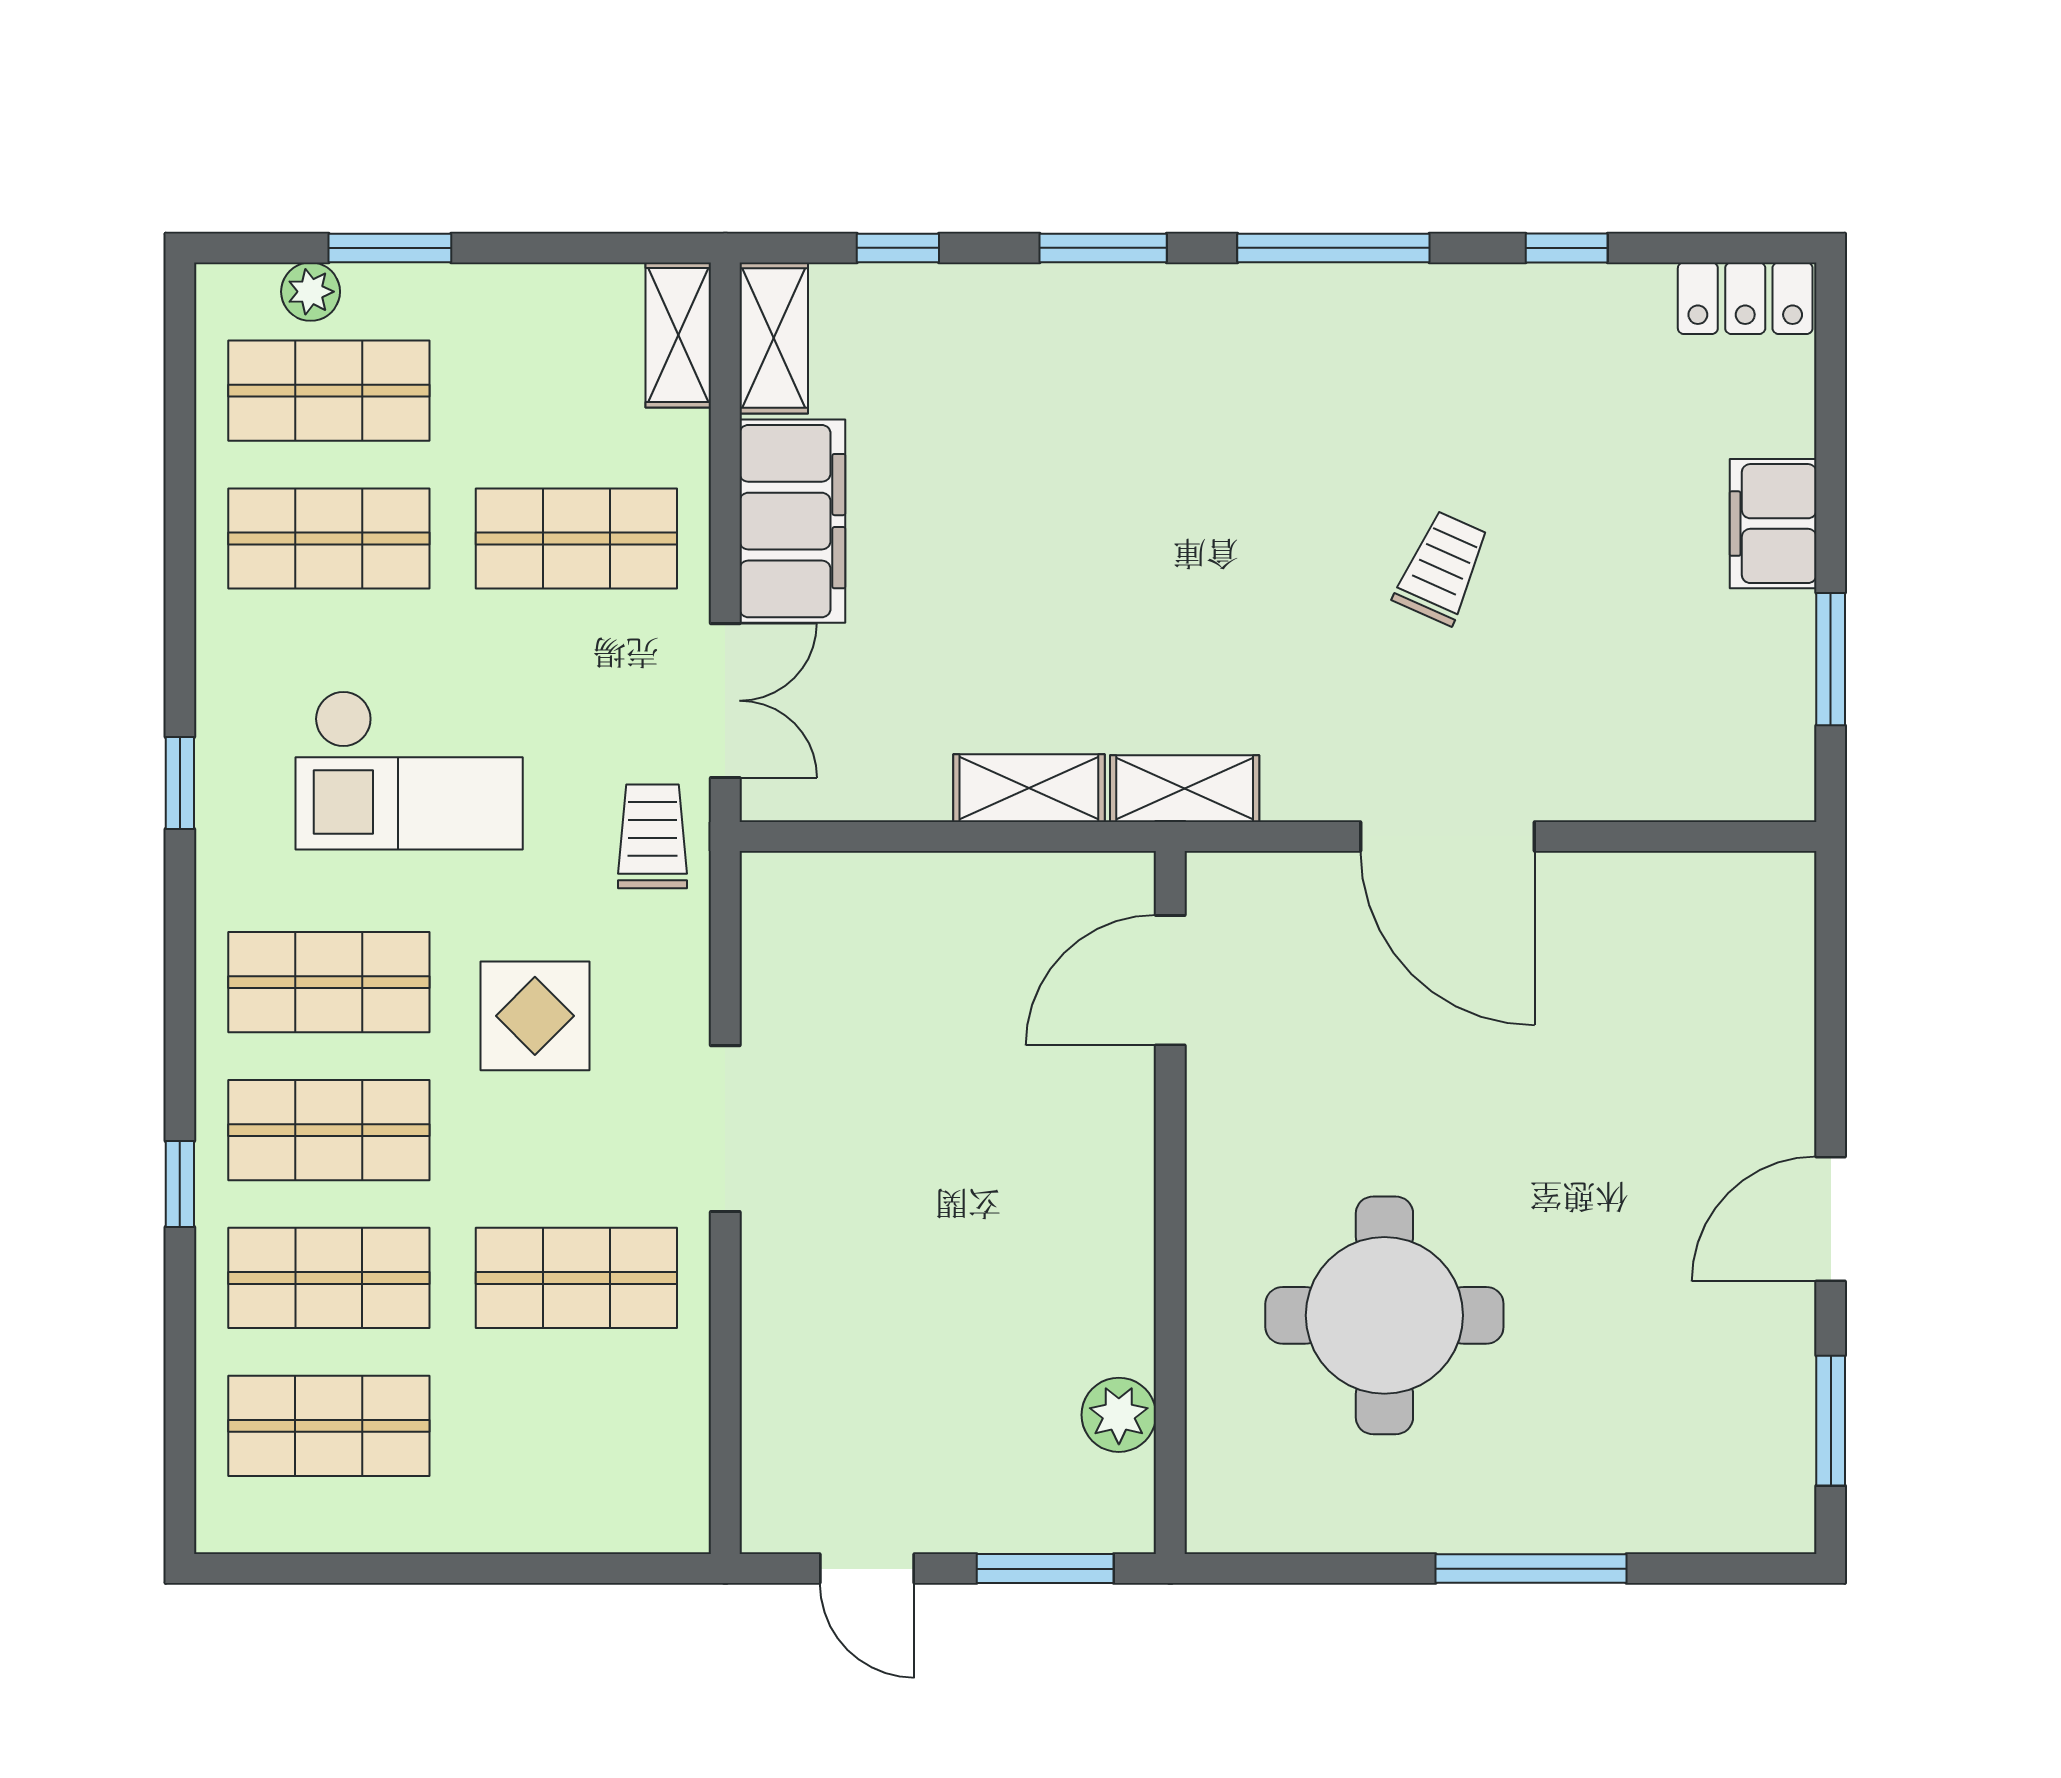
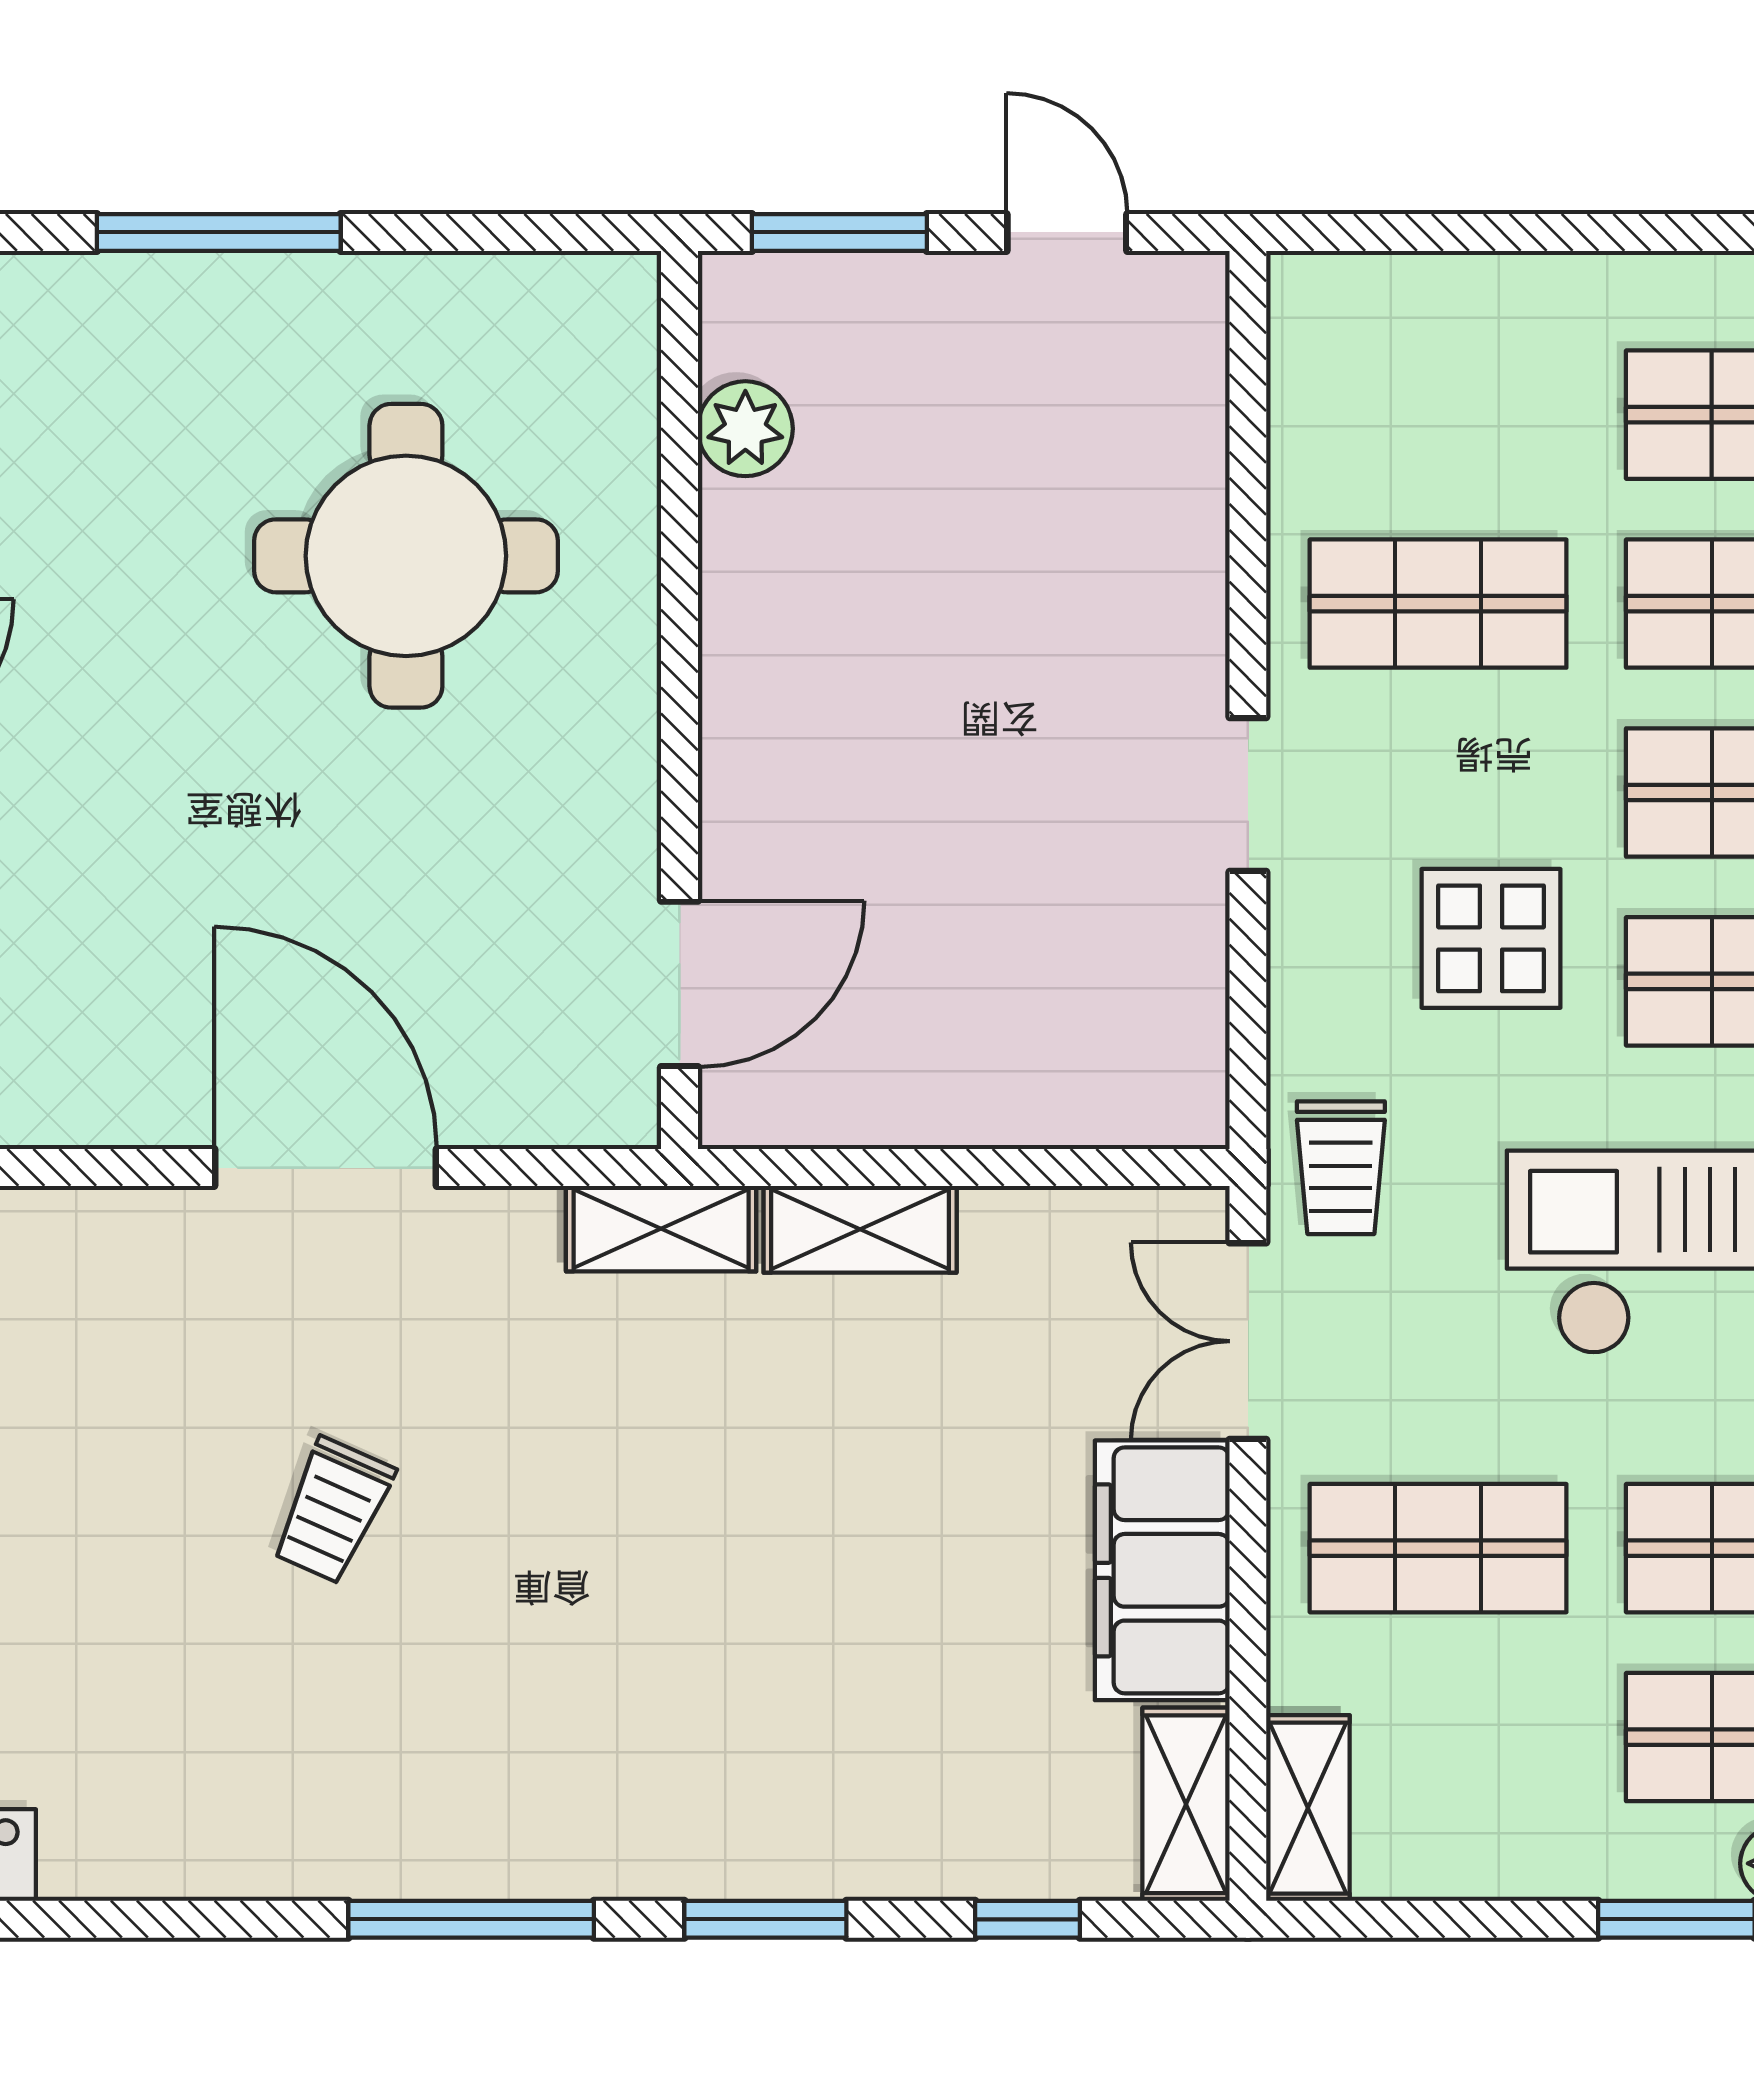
window: (1567, 248) -> (173, 1919), removed
doorway: (725, 1129) -> (1248, 794), width x0.73

